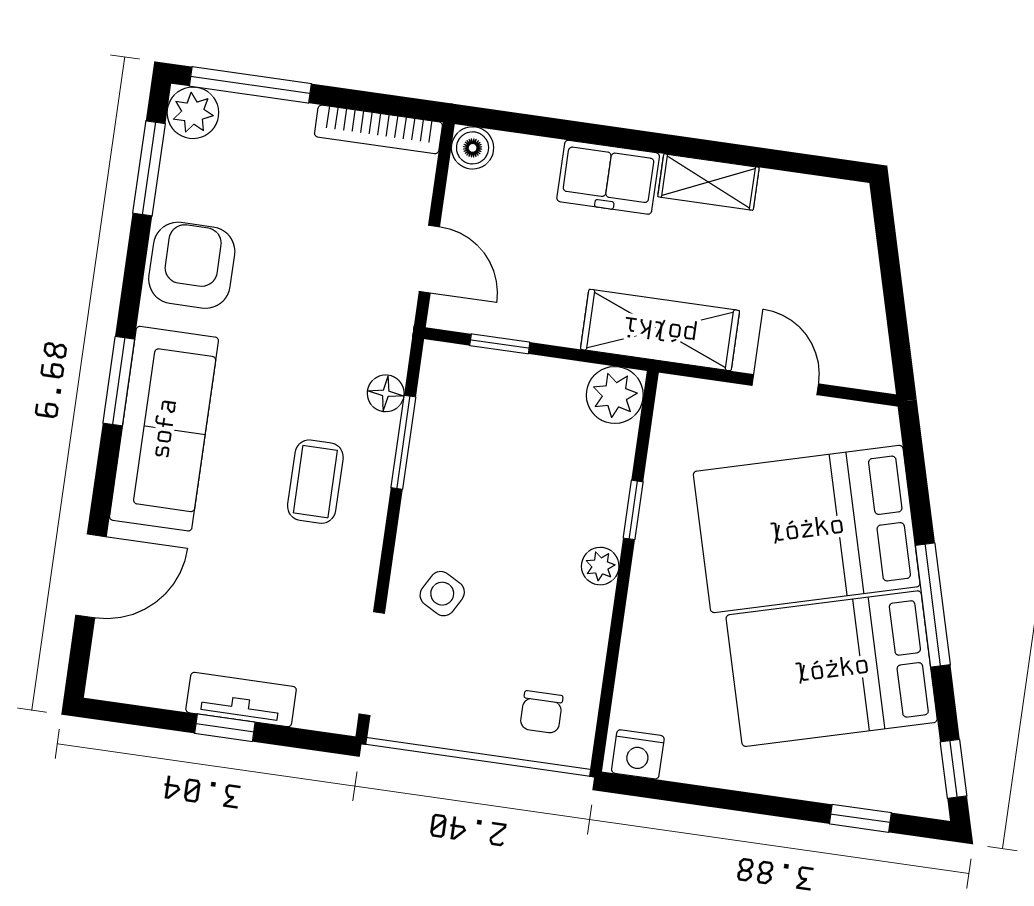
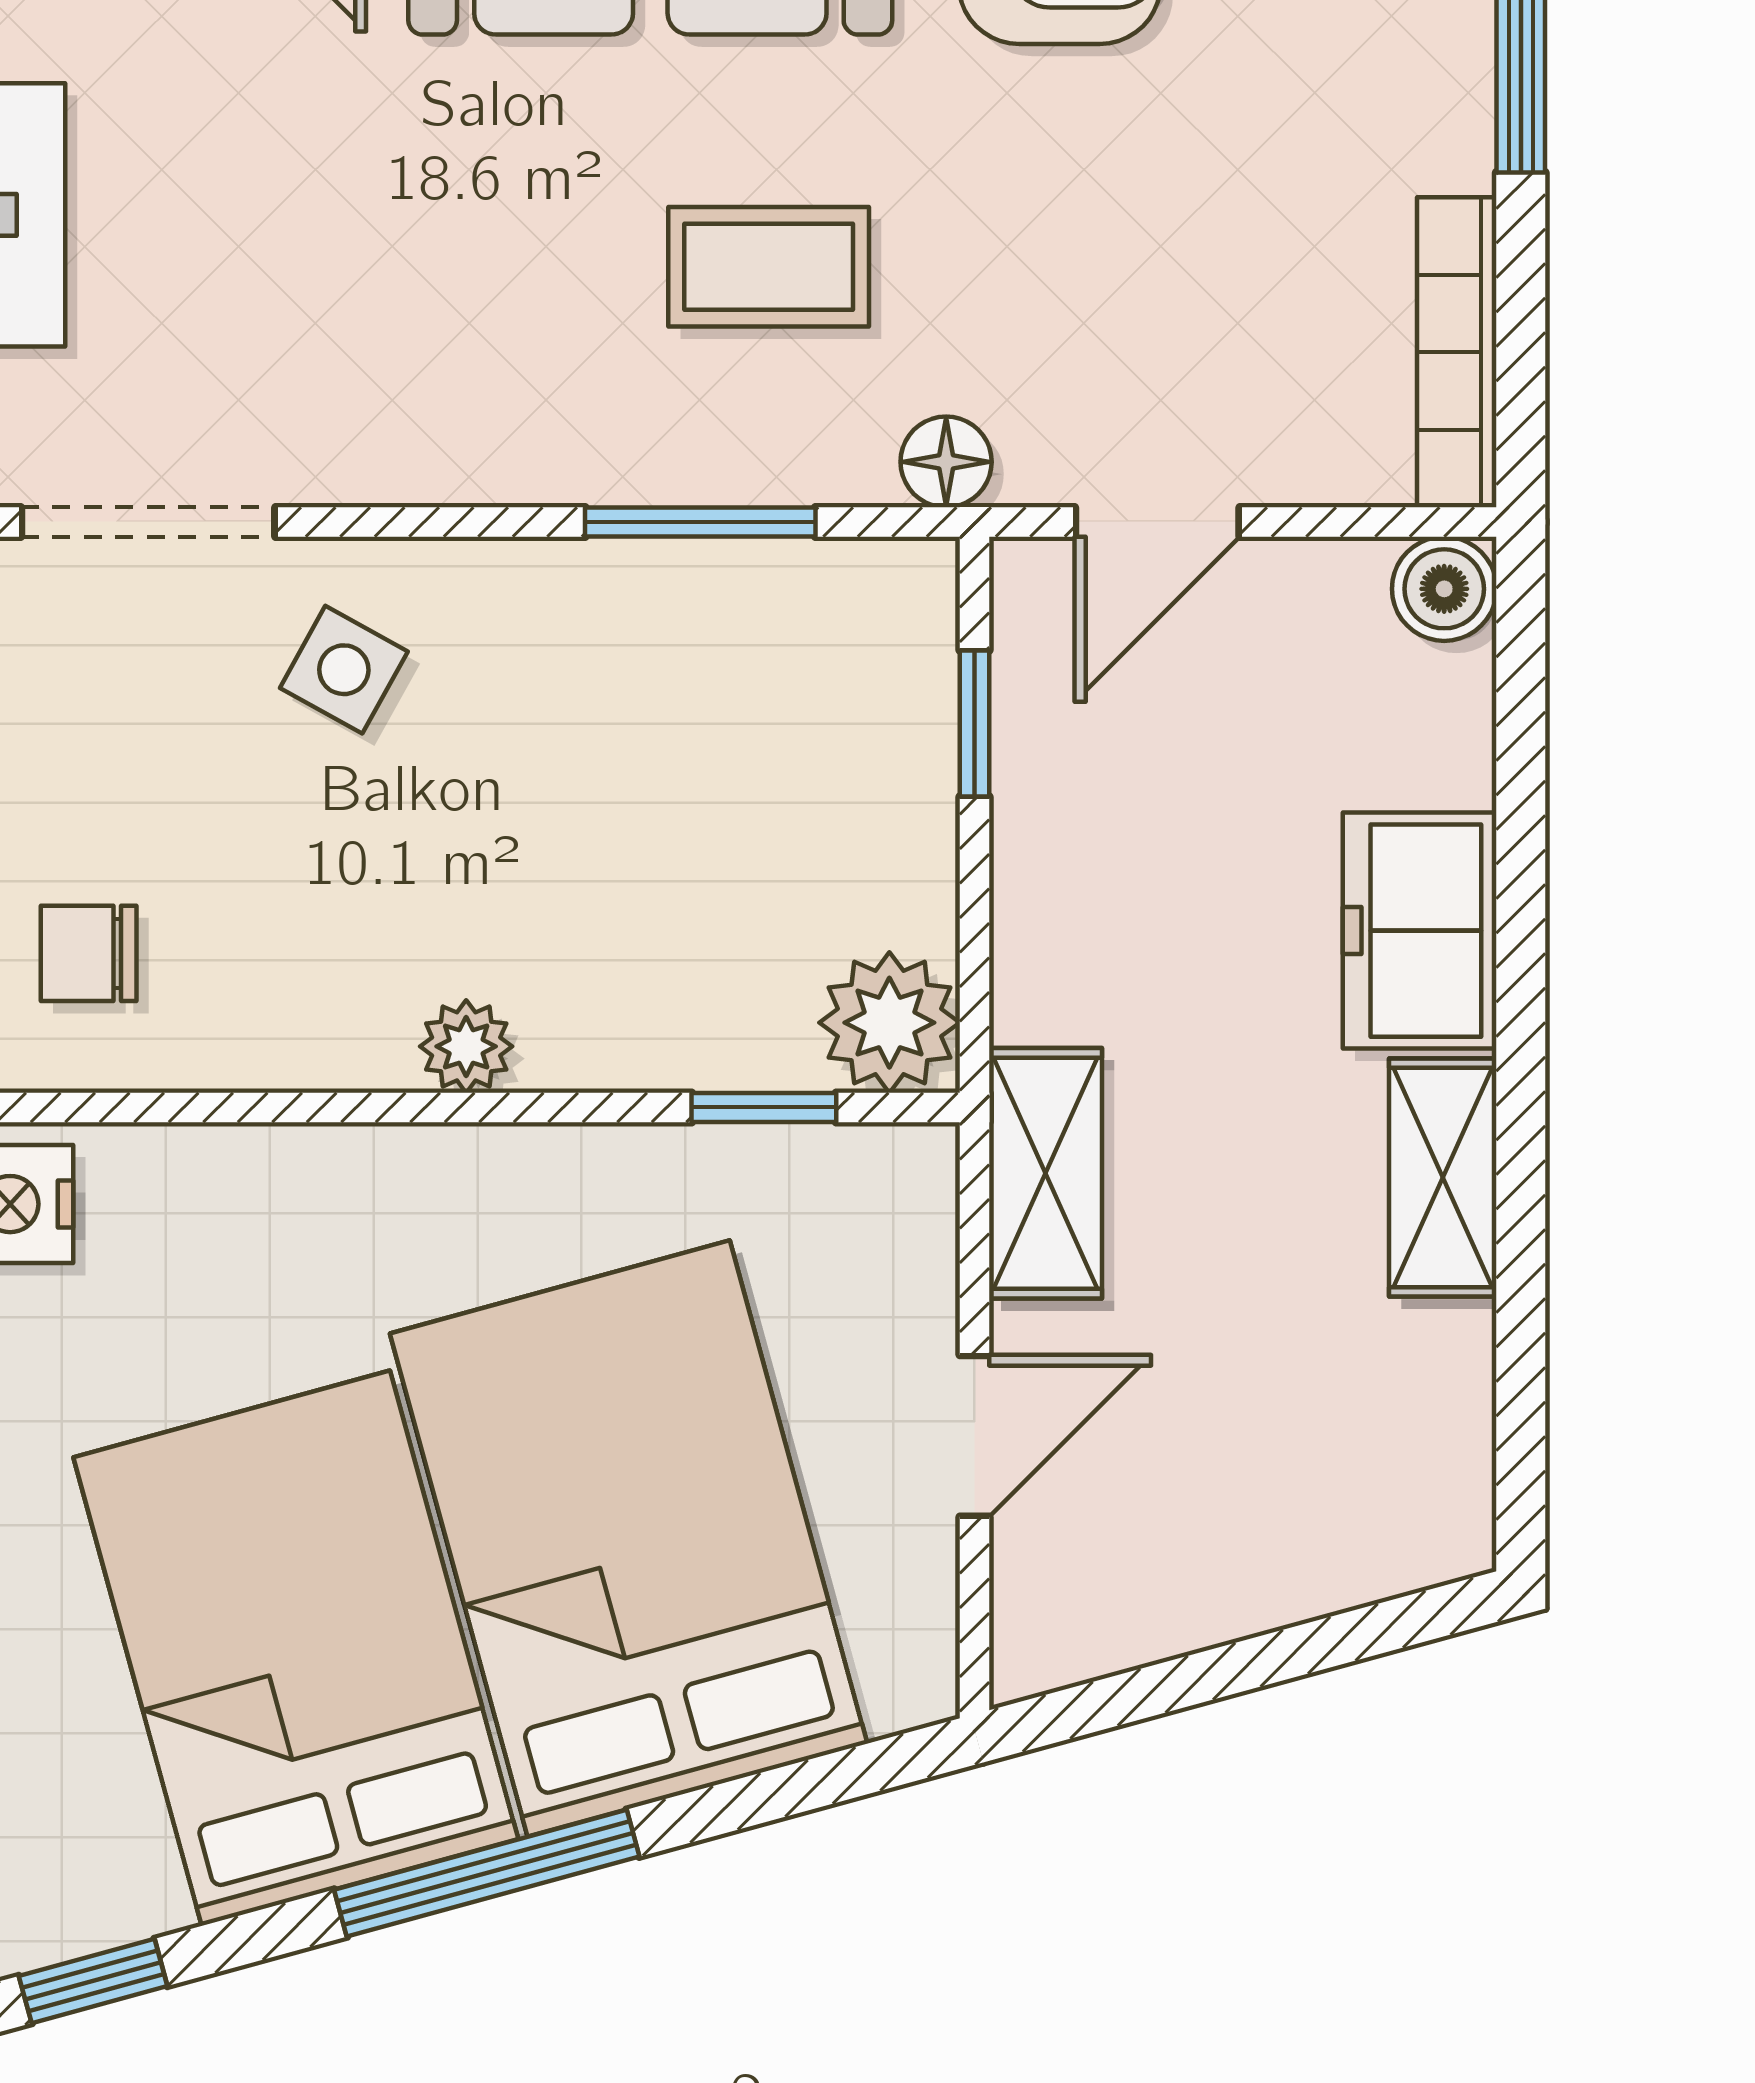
shelving: (660, 330) -> (1045, 1173), width x0.67, depth x0.75
floor lamp: (386, 393) -> (946, 462), moved
coffee table: (315, 482) -> (769, 267), moved
window: (633, 510) -> (764, 1107), moved

